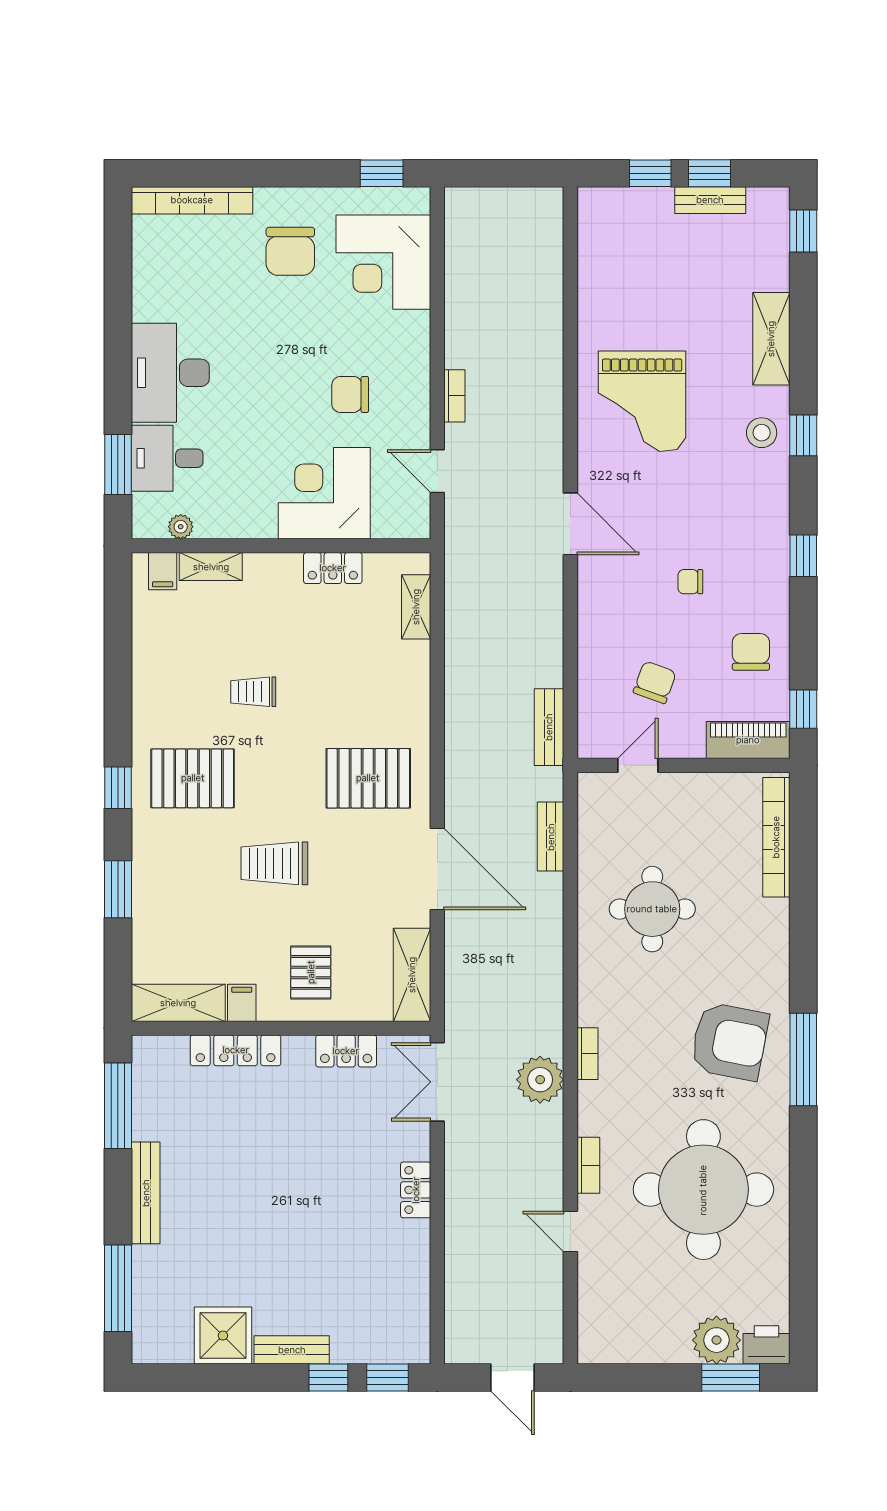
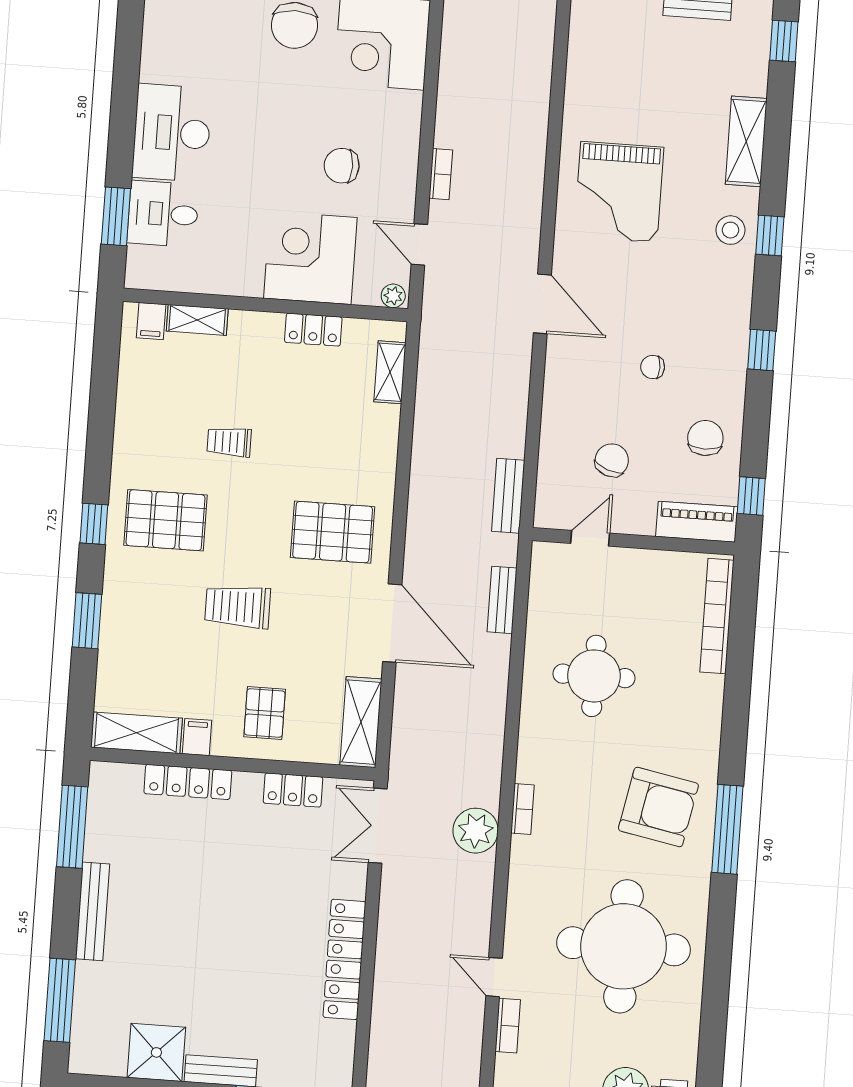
plant: (181, 527) -> (393, 296), moved
bookcase: (588, 1165) -> (508, 1026), moved
locker: (416, 1190) -> (344, 959), width x2.16, depth x1.21

